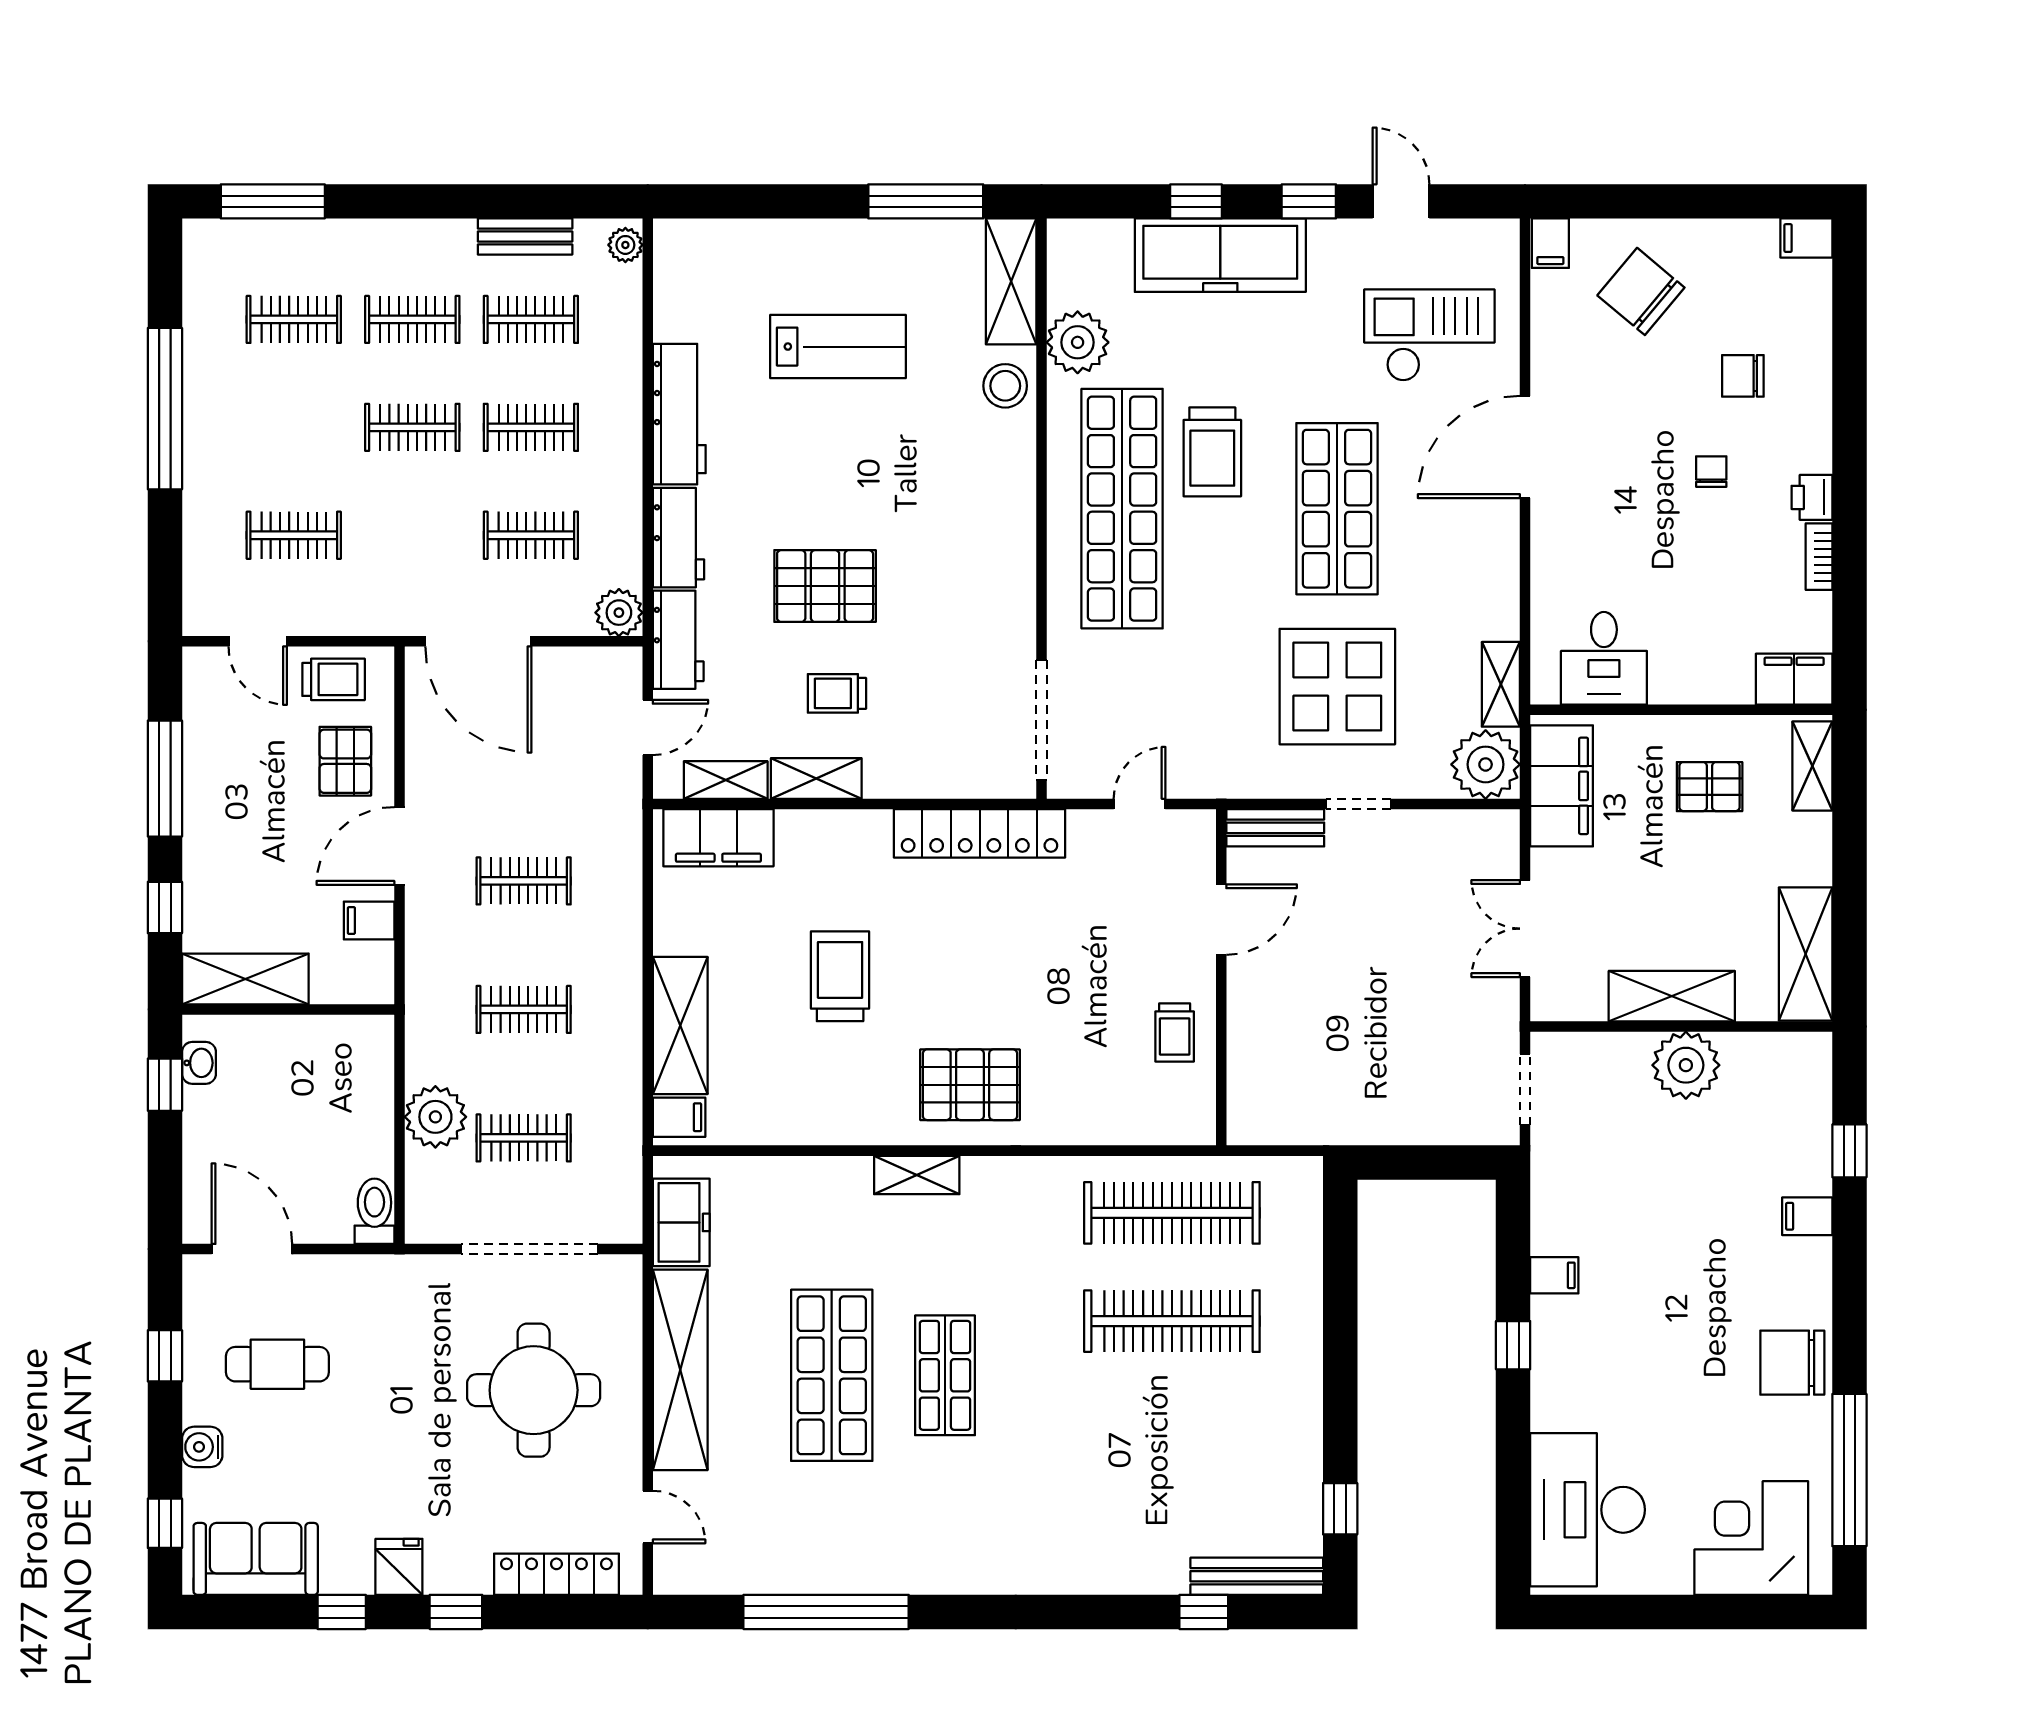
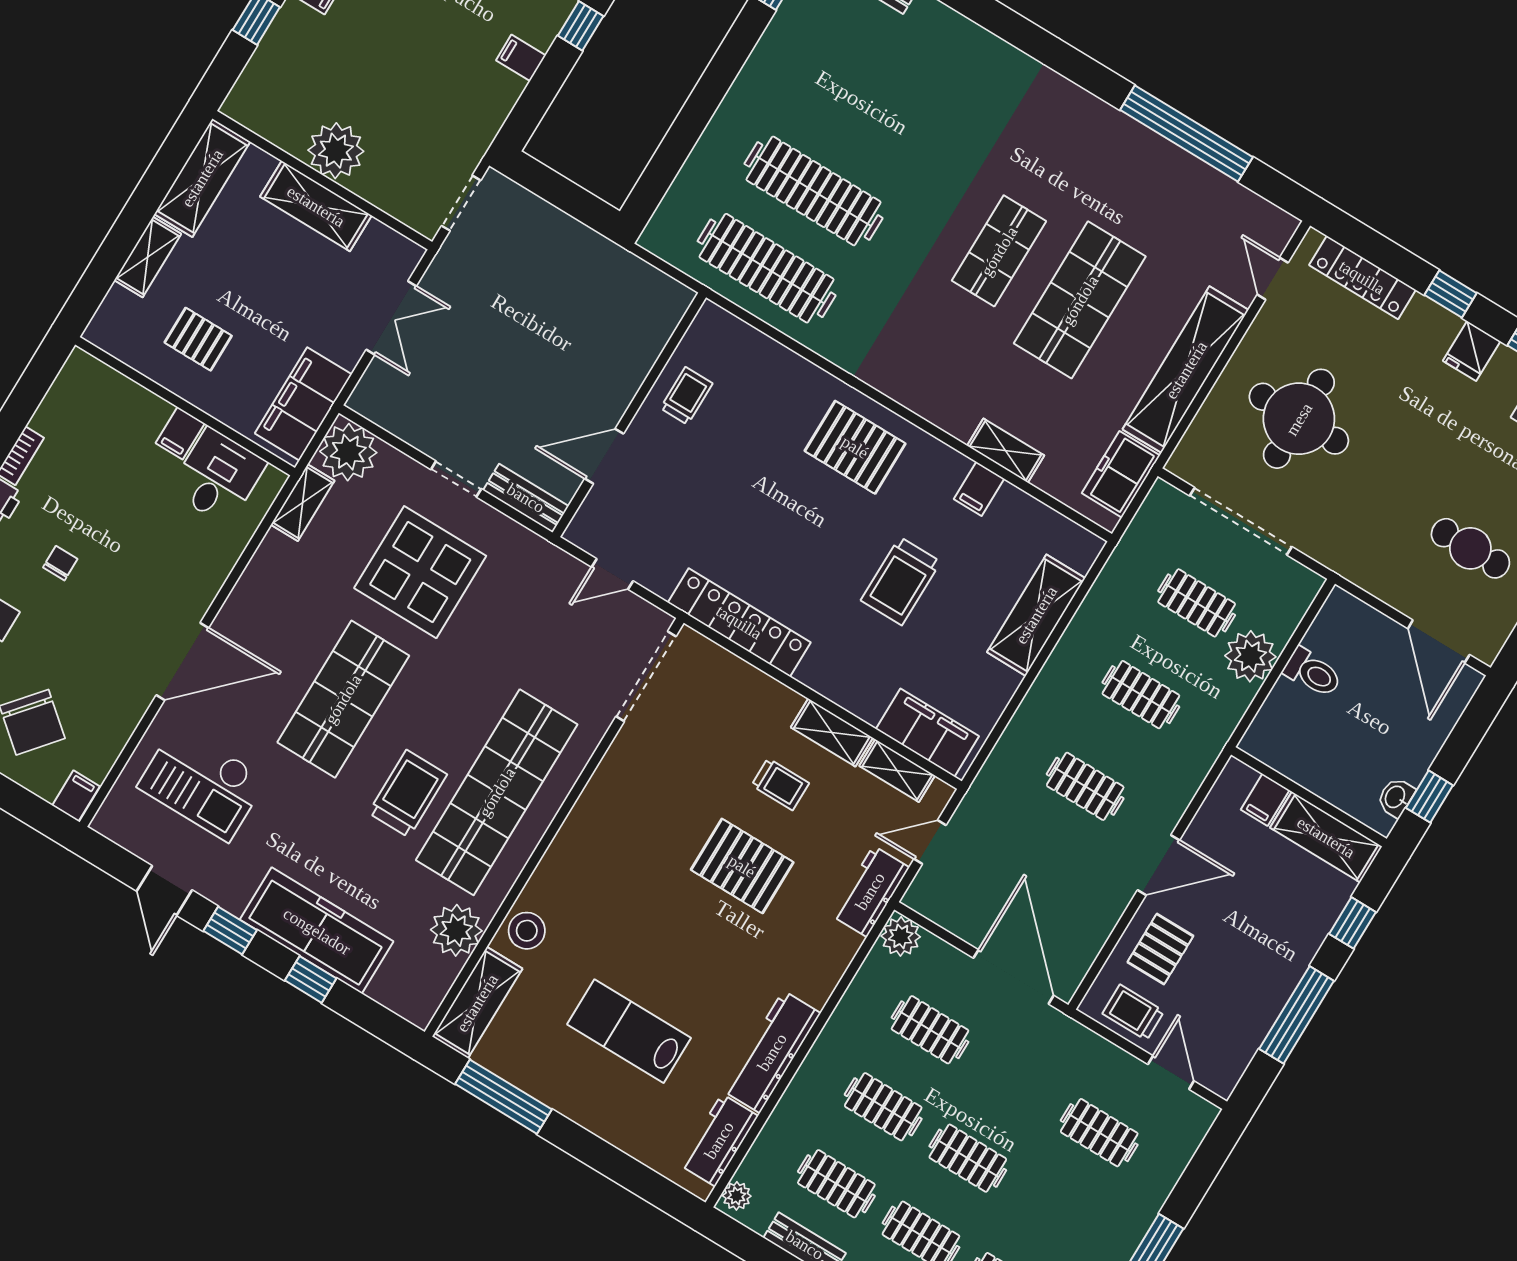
chair: (1711, 472) -> (60, 563), turned 180
workbench: (679, 538) -> (719, 1140), moved
filing cabinet: (1794, 679) -> (180, 433), moved, width x0.50
shelving: (1812, 766) -> (148, 257), moved
filing cabinet: (369, 921) -> (1265, 800), moved, turned 90
filing cabinet: (679, 1117) -> (979, 489), moved, turned -90
shelving: (917, 1175) -> (1006, 451), moved
toilet: (374, 1211) -> (1313, 673), moved, turned -90

